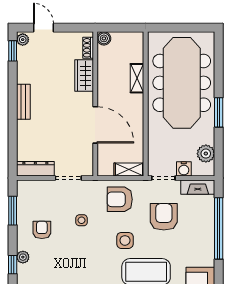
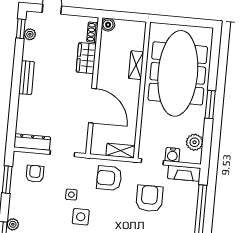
plant: (23, 40) -> (30, 34), moved
armchair: (42, 230) -> (35, 174), moved
side table: (125, 240) -> (81, 217), moved

